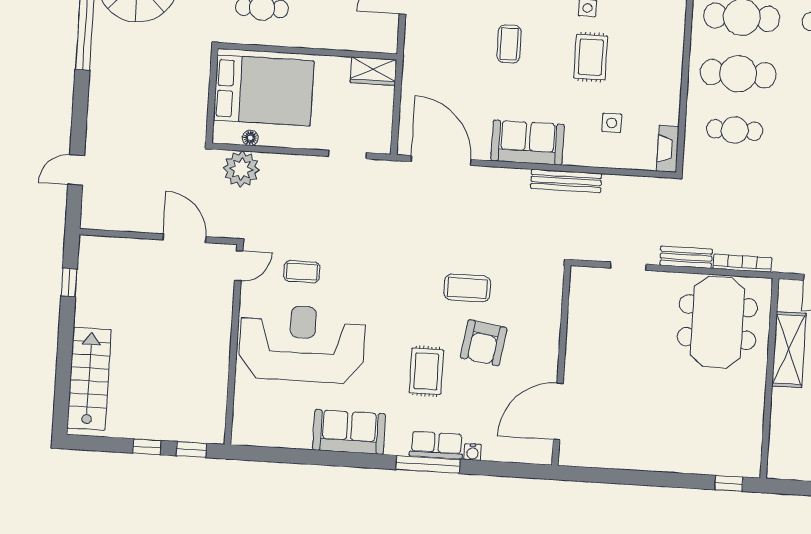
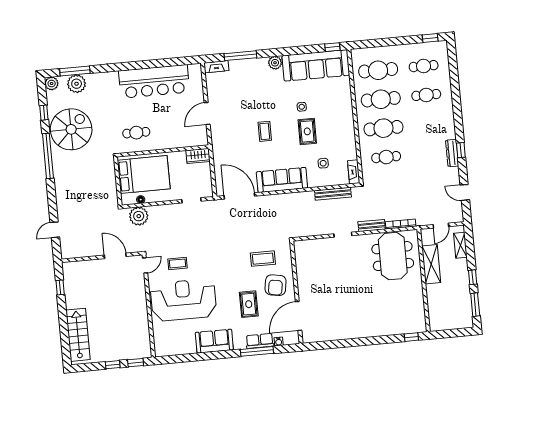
sofa: (528, 143) -> (282, 180), width x1.36
bench: (566, 181) -> (333, 194), moved
wall: (561, 365) -> (296, 292), moved
door: (558, 411) -> (299, 316), moved

